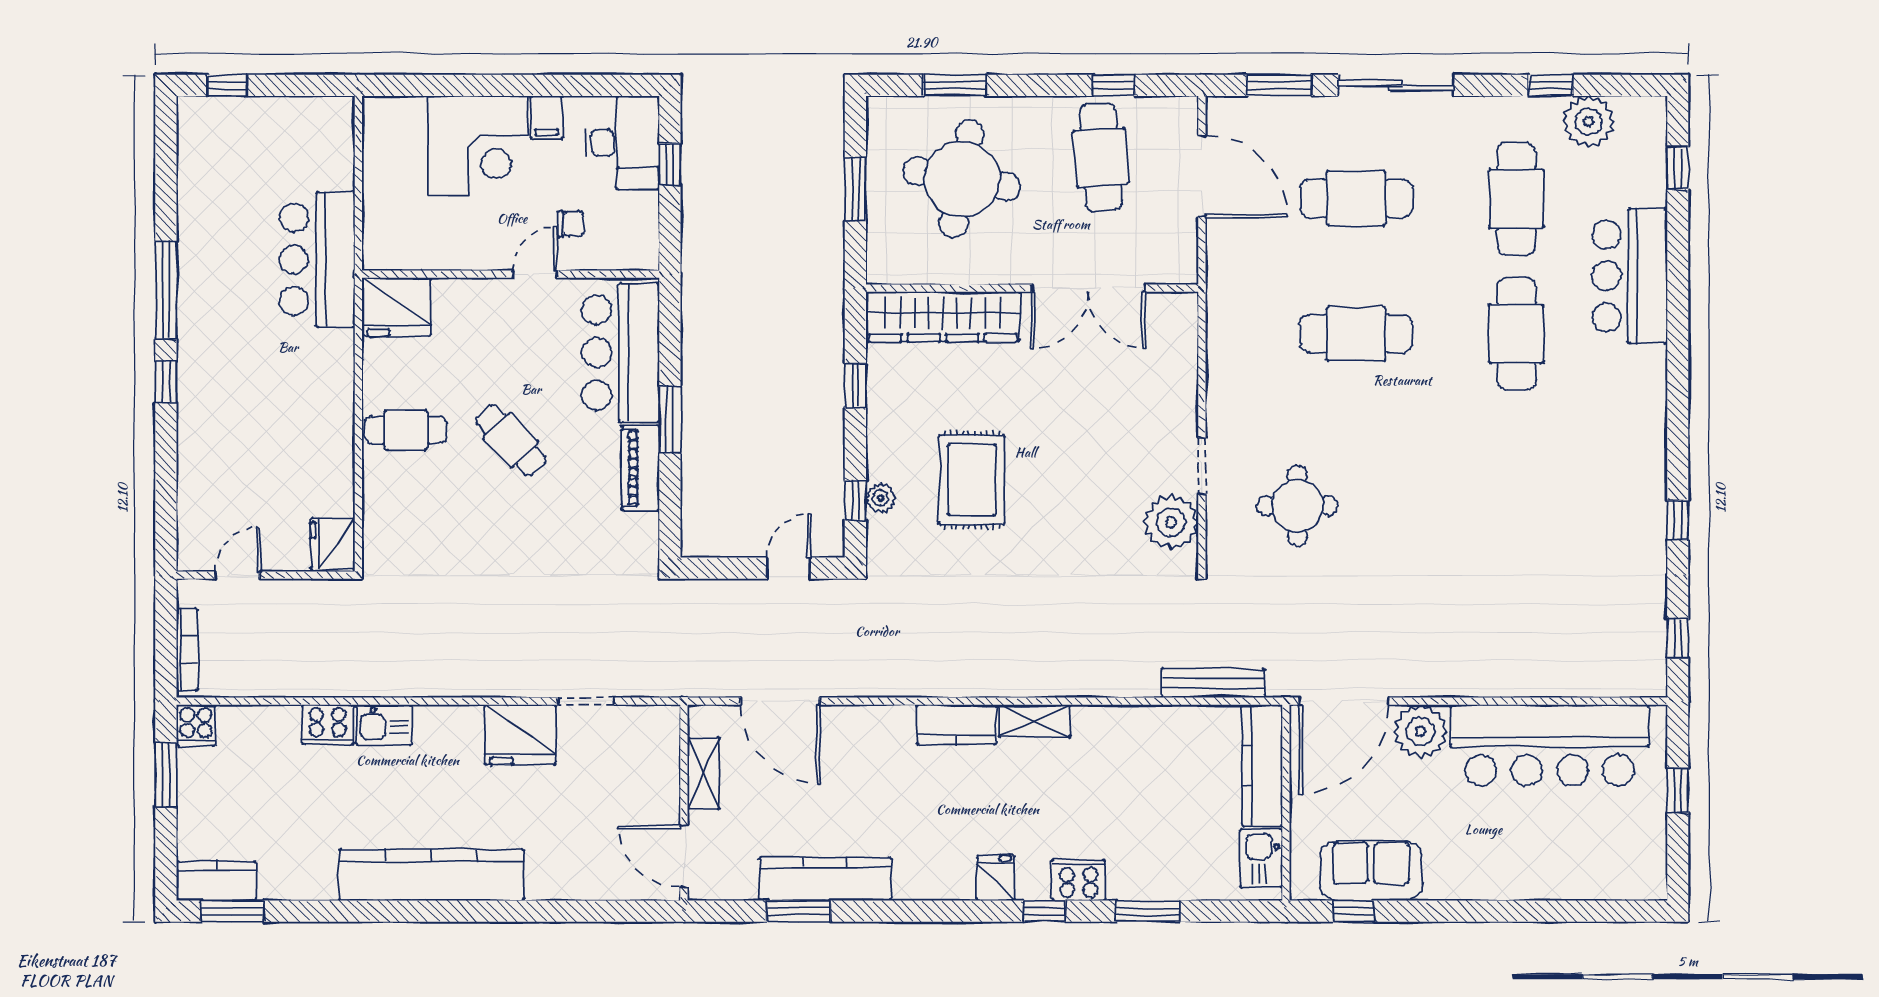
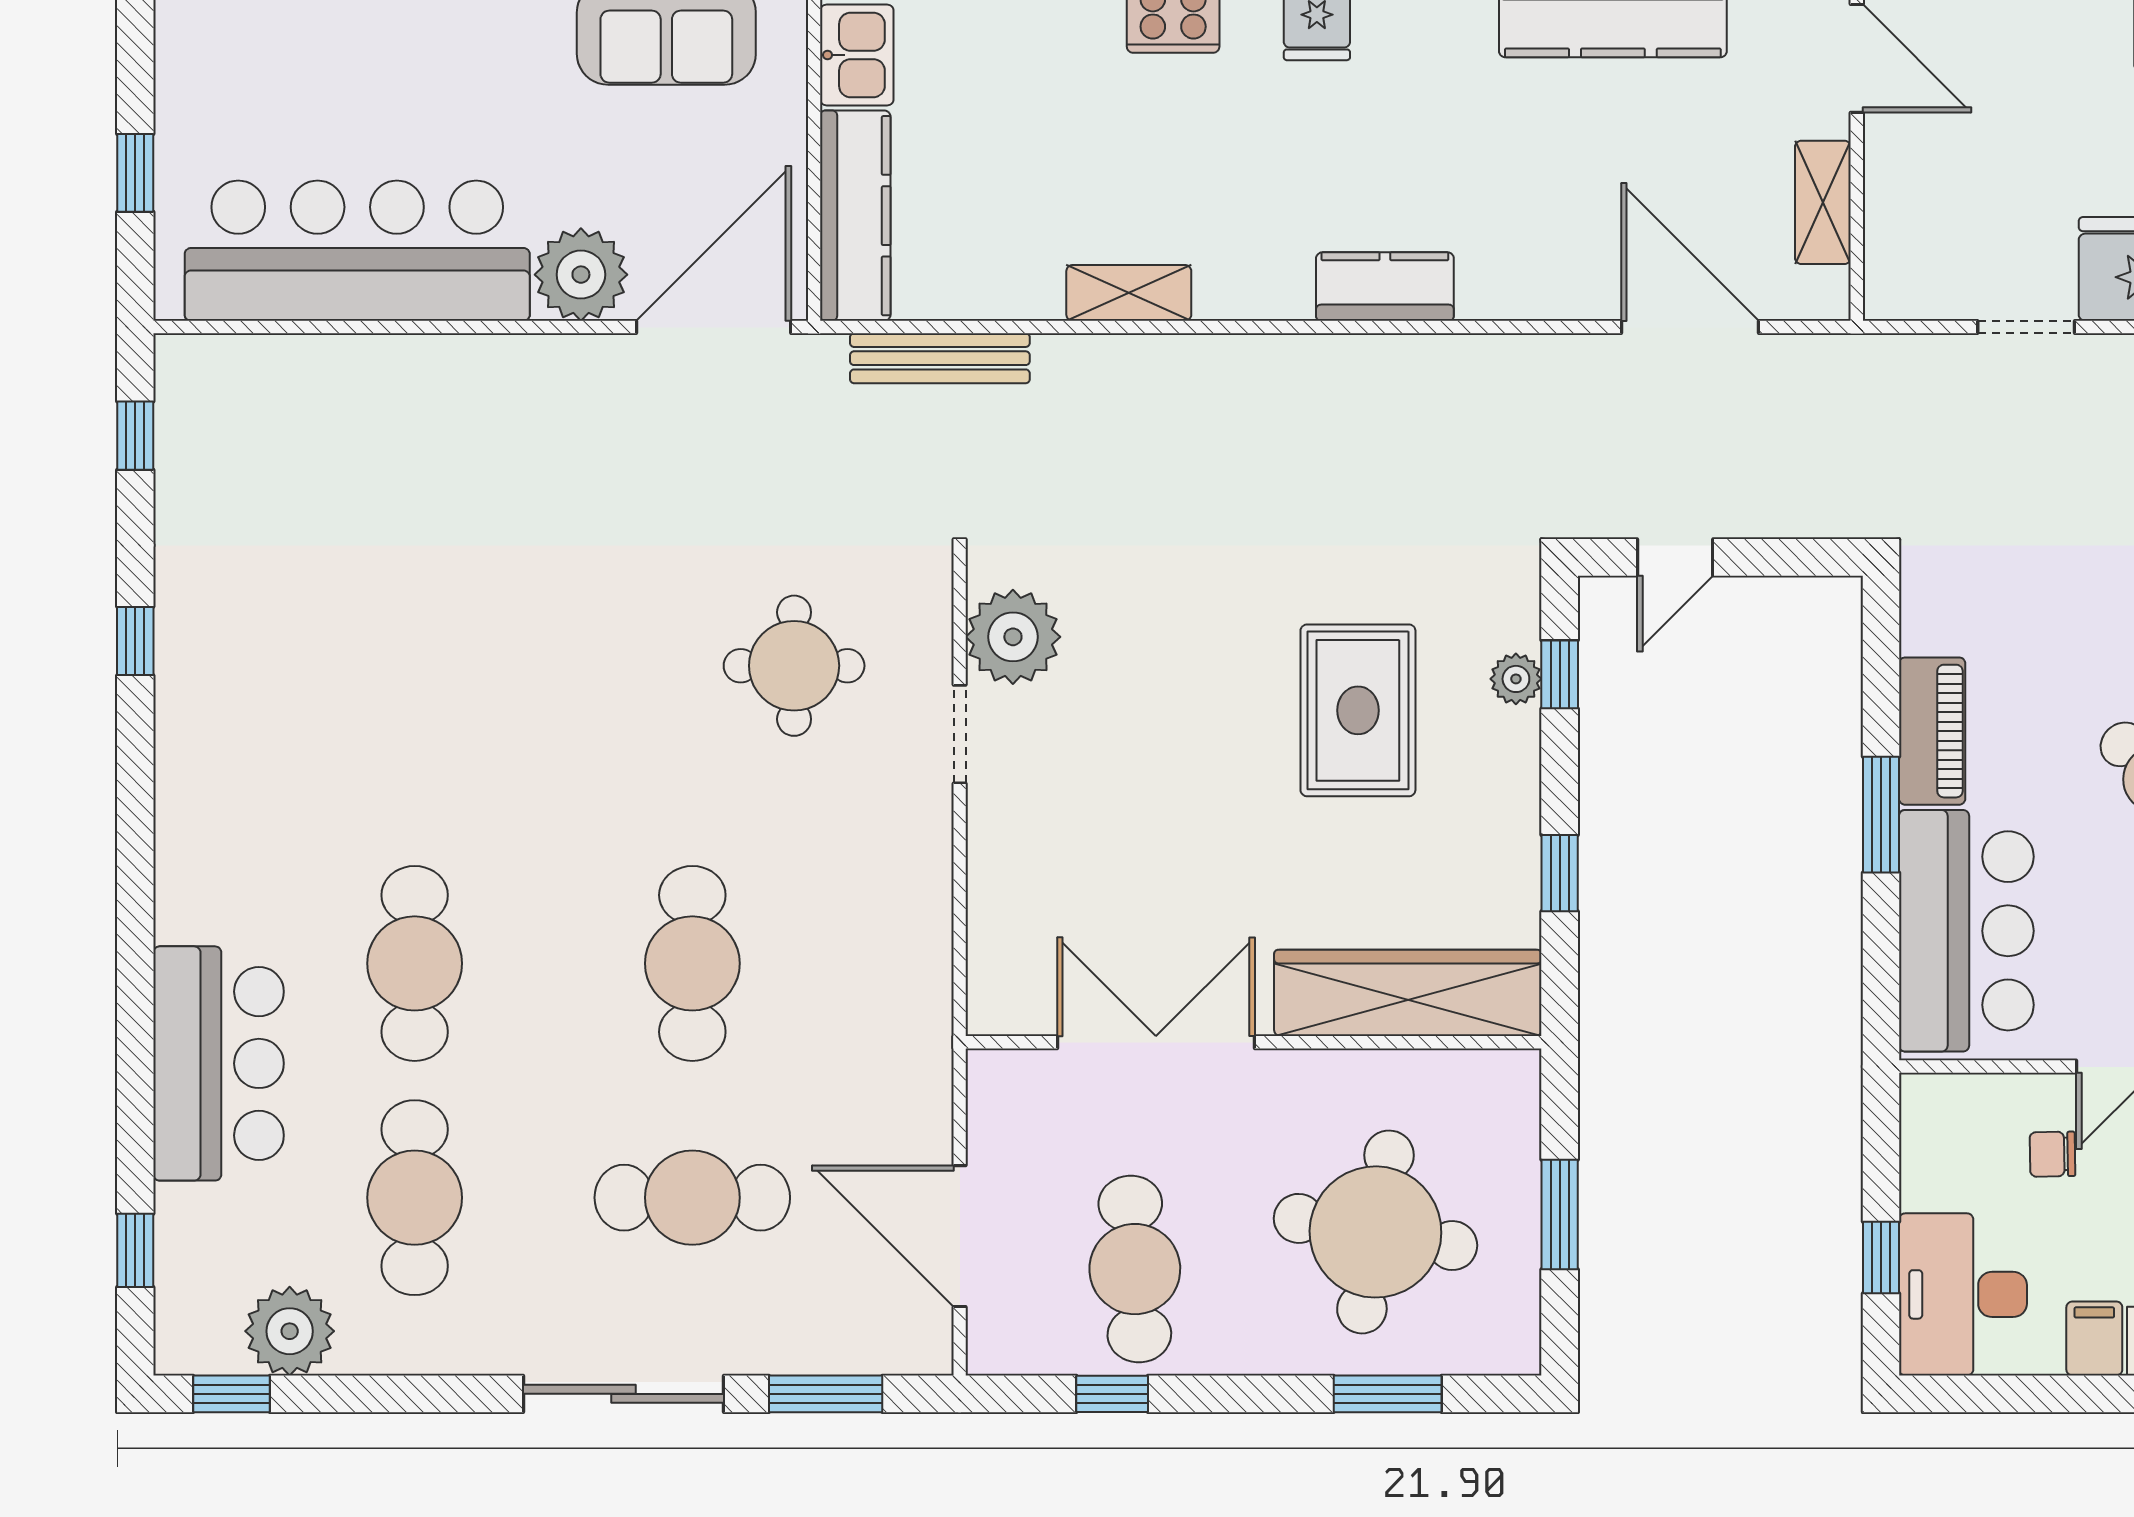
window: (1551, 85) -> (232, 1394), moved
cafe table: (1356, 334) -> (692, 963), turned 90
shelving: (1035, 721) -> (1129, 293), moved

